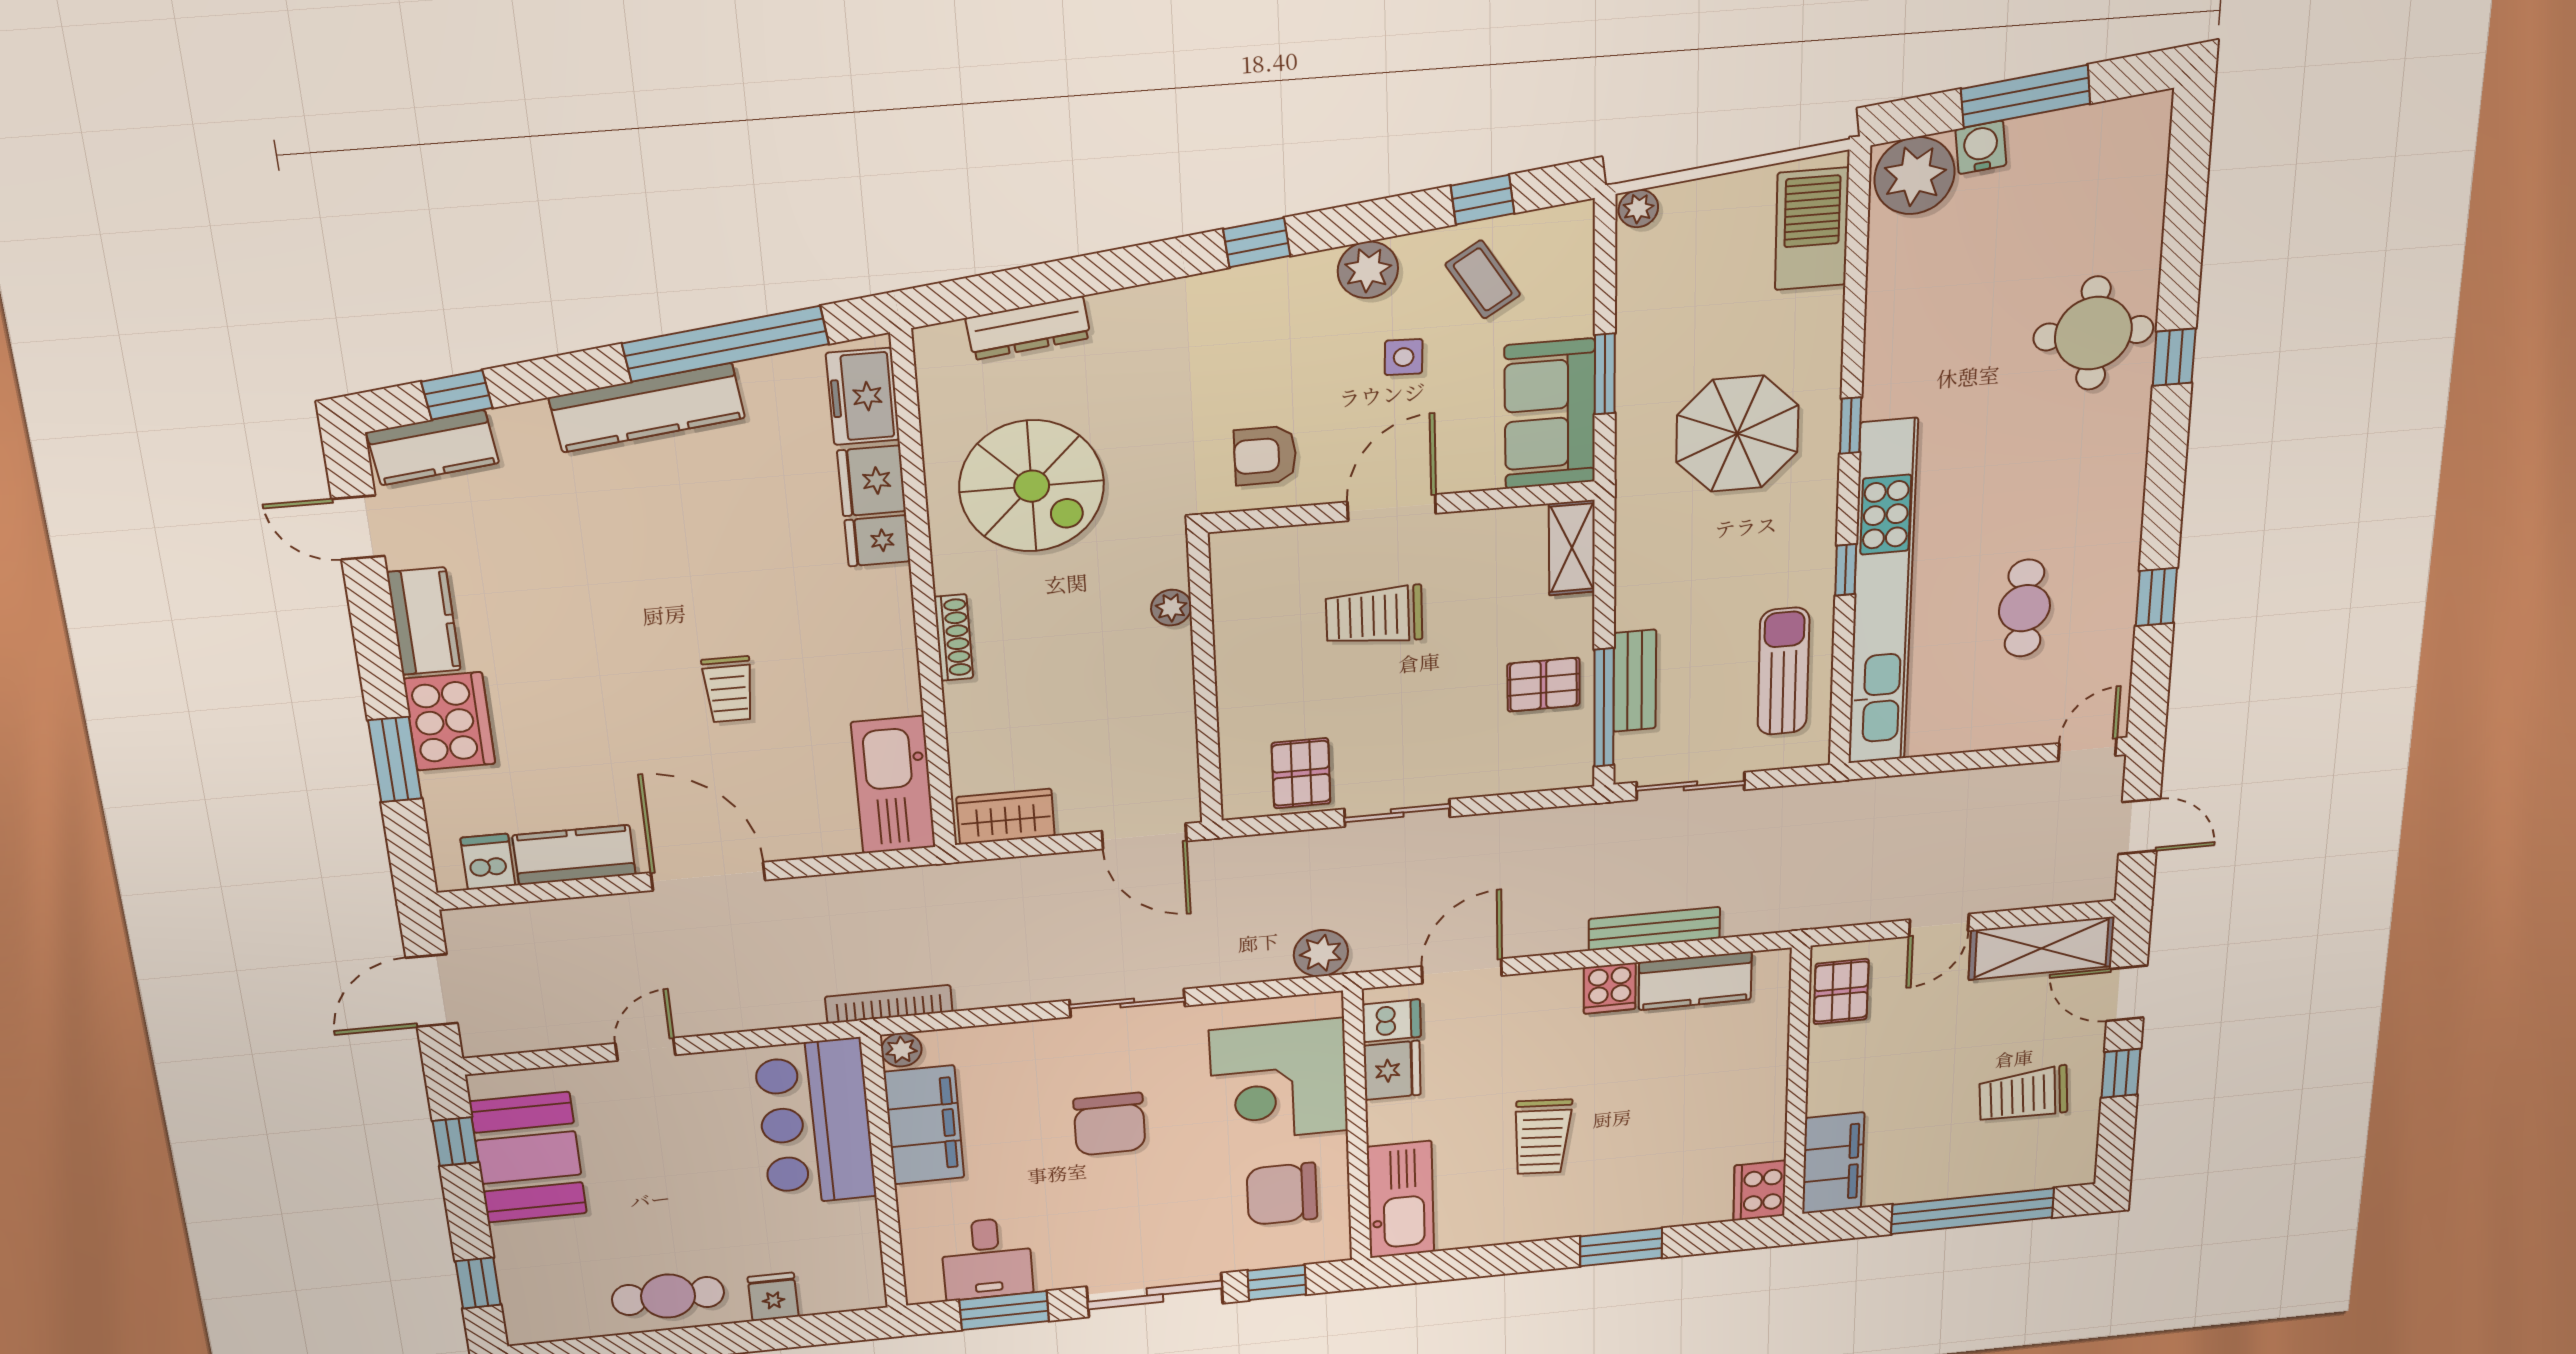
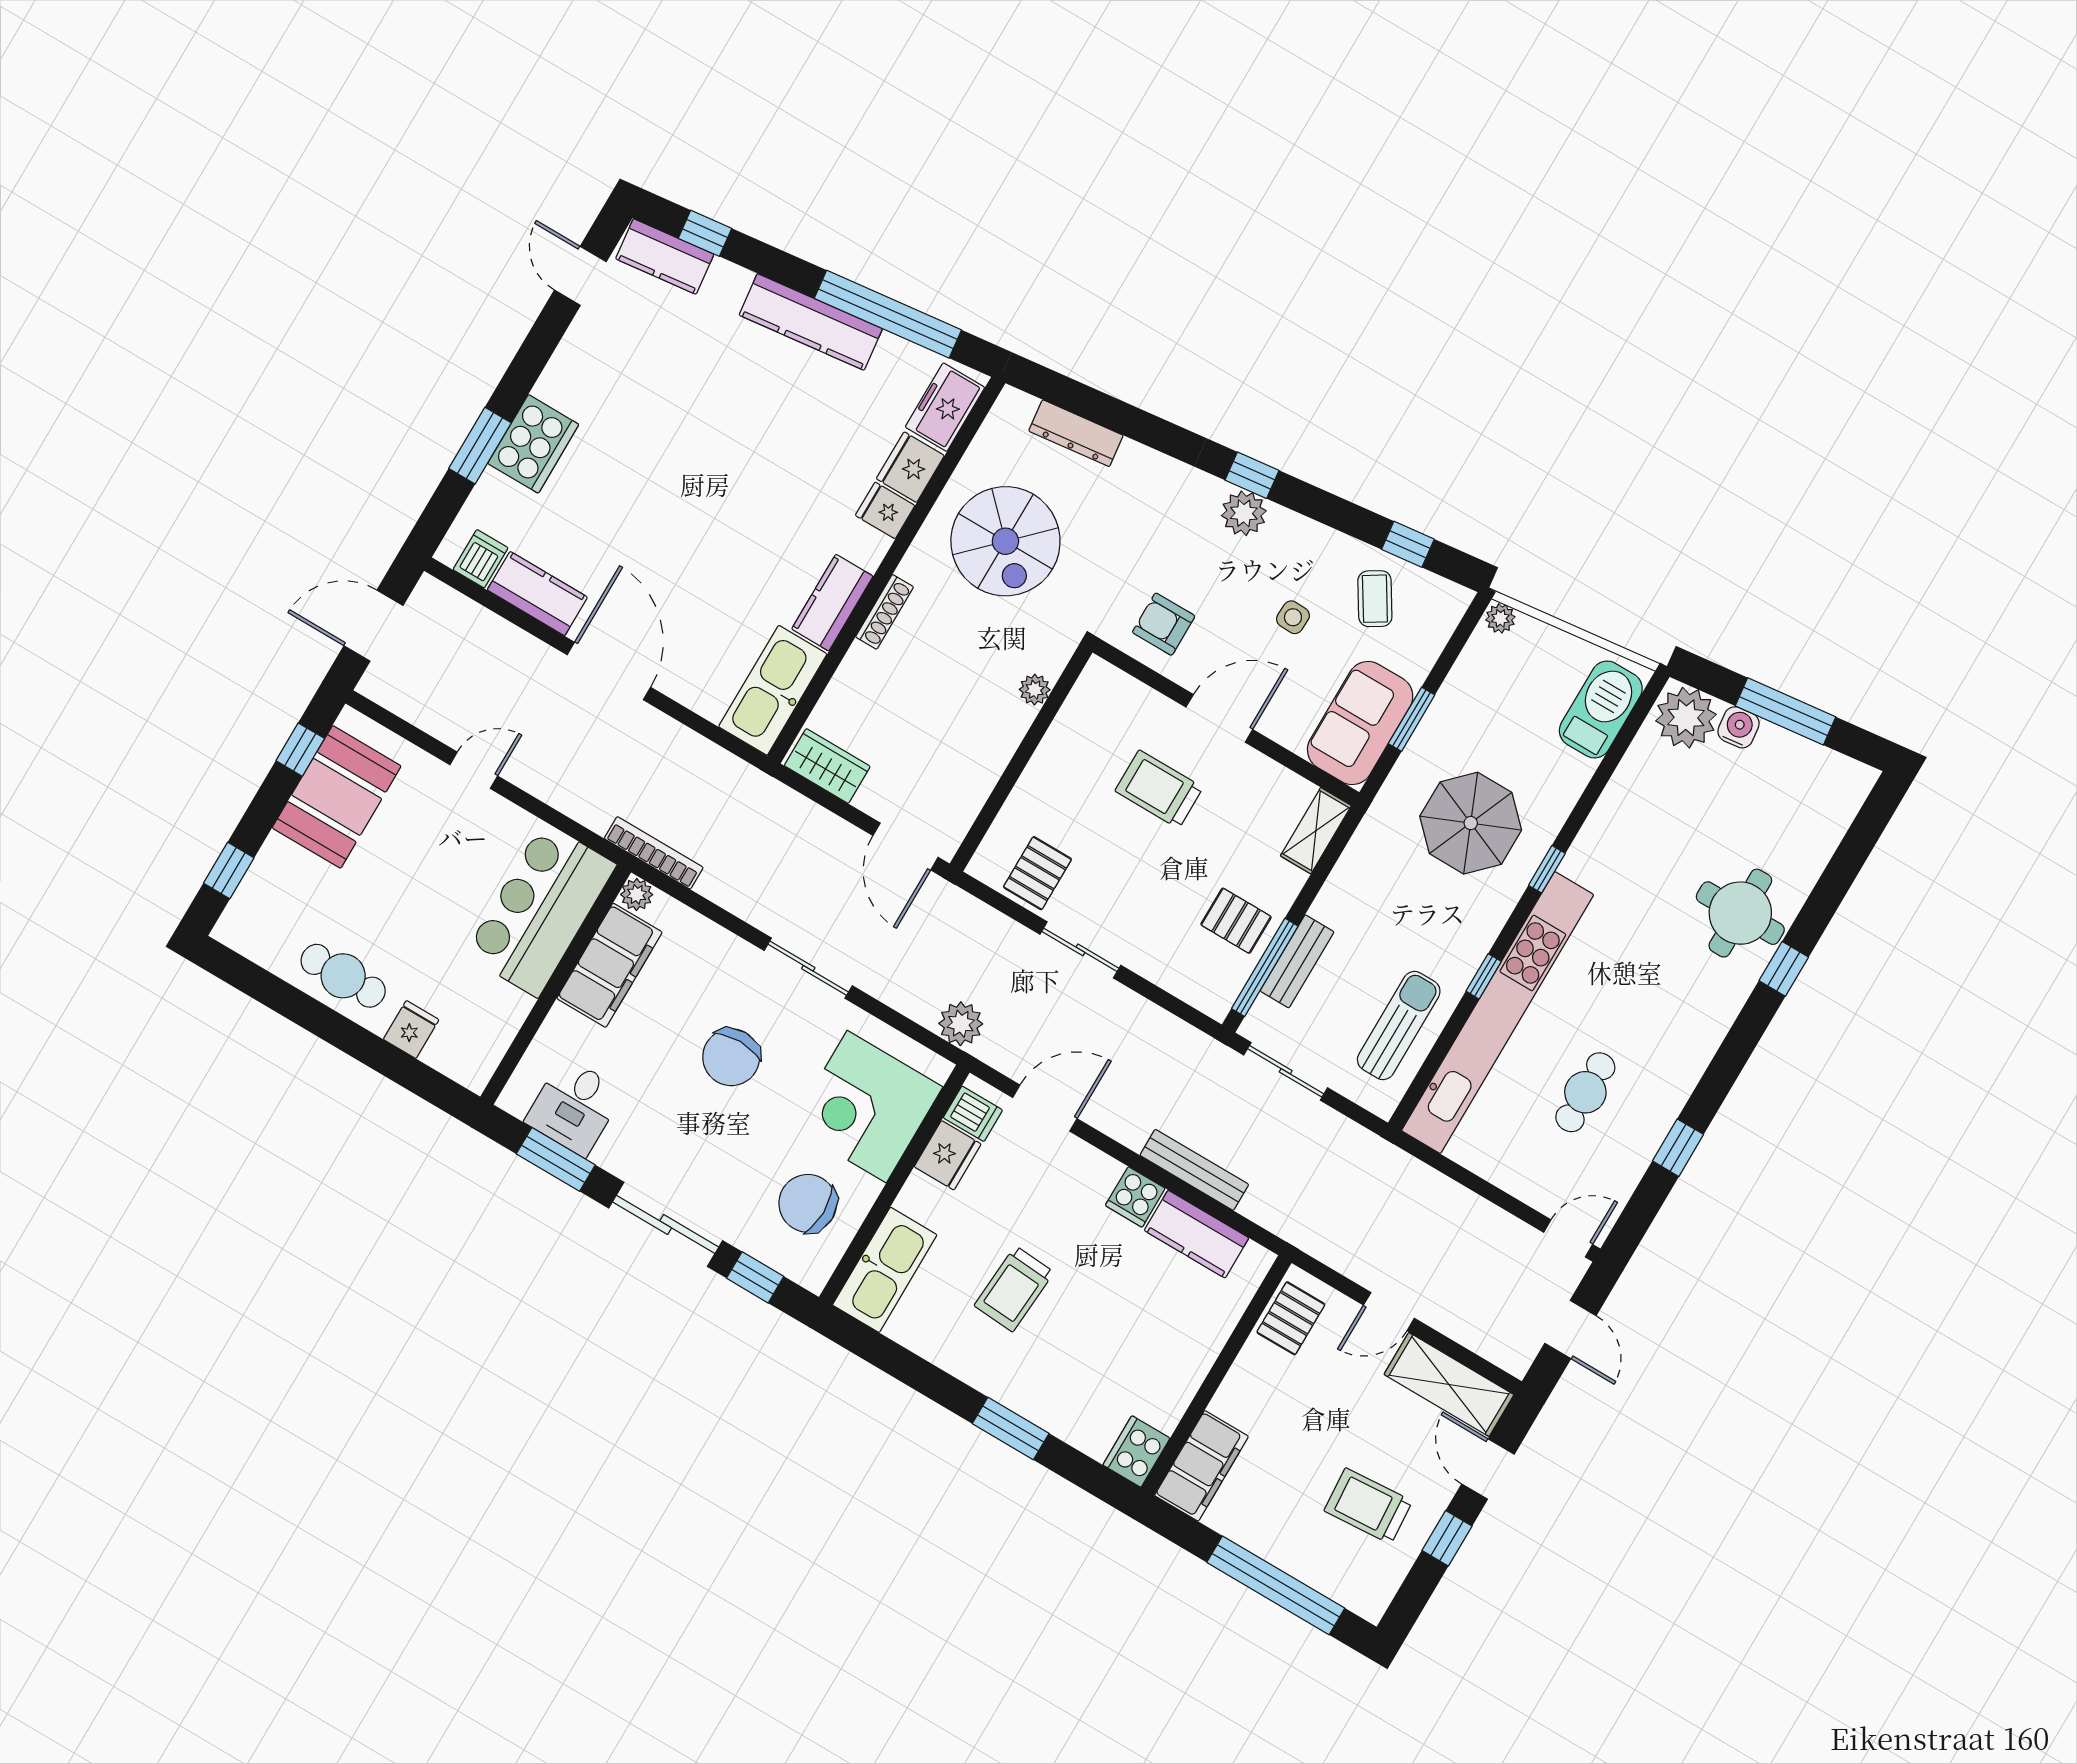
plant: (1368, 270) -> (1244, 513), moved
kitchen counter: (424, 621) -> (832, 603), moved, turned 180
trolley: (728, 689) -> (720, 547), removed

